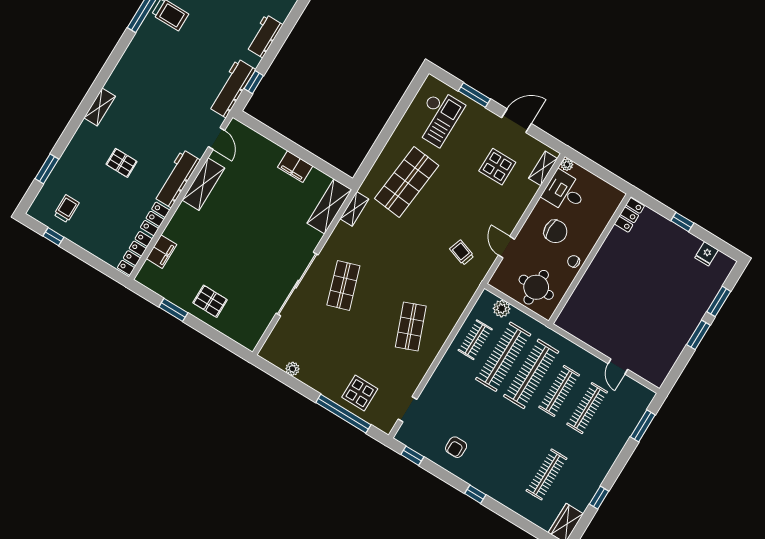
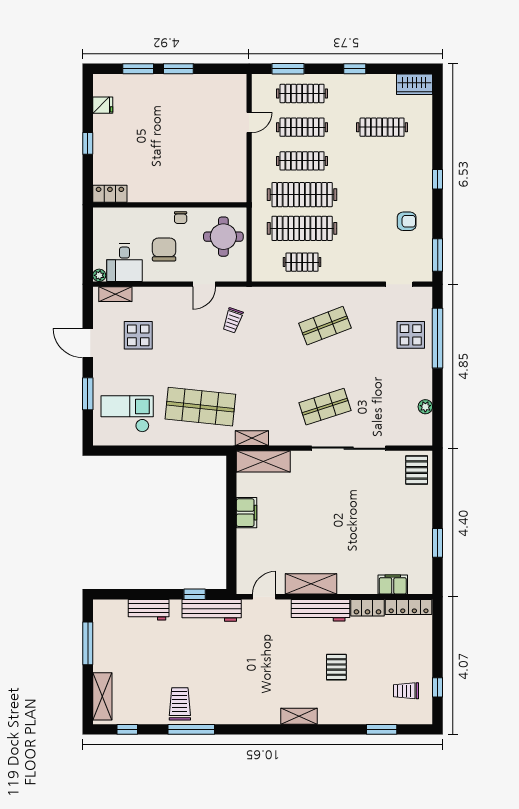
pallet: (210, 301) -> (417, 470), moved
plant: (502, 309) -> (261, 255), removed
clothes rail: (615, 425) -> (302, 93), added
window: (412, 456) -> (438, 255), width x1.50
window: (599, 498) -> (355, 69), moved

